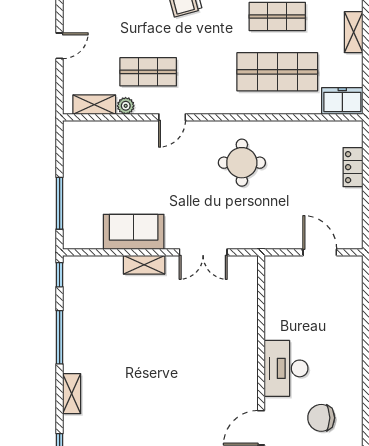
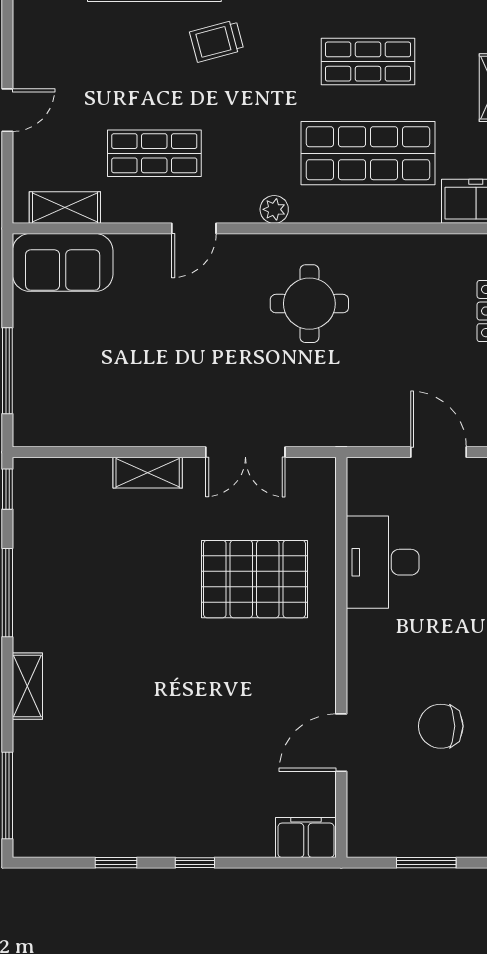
plant: (126, 106) -> (274, 209), moved
sofa: (134, 232) -> (63, 262), moved, turned 180
pallet: (209, 329) -> (255, 579), added
desk: (286, 368) -> (383, 562), moved

